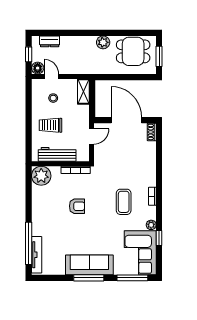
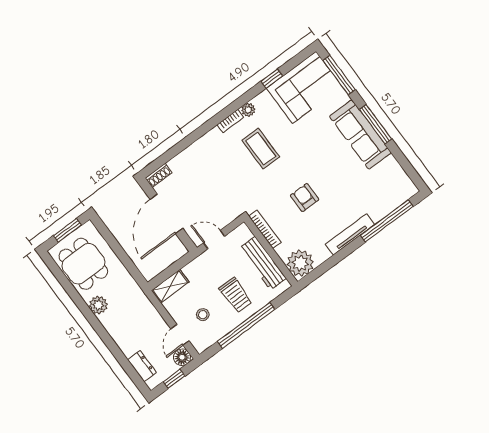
window: (29, 118) -> (246, 325), added
coffee table: (124, 202) -> (261, 149), turned 90
plant: (151, 225) -> (248, 110), moved
tv unit: (37, 255) -> (350, 234), moved

